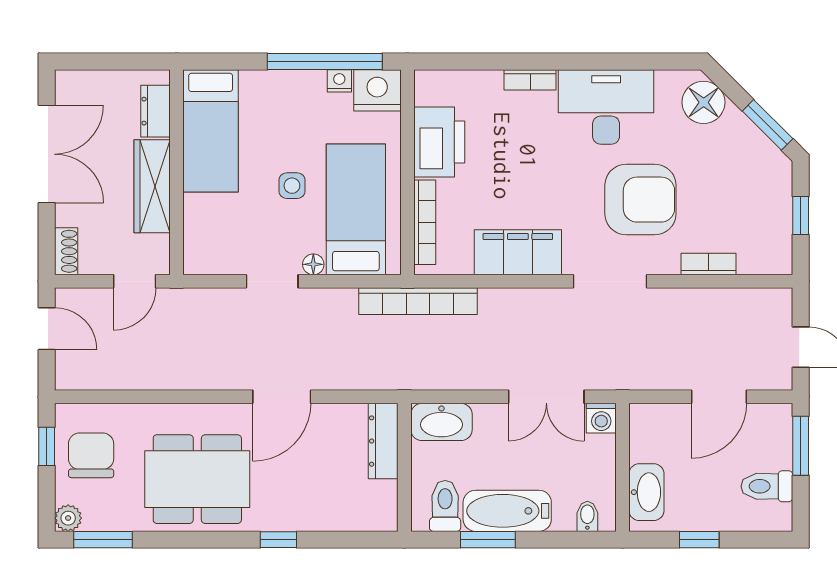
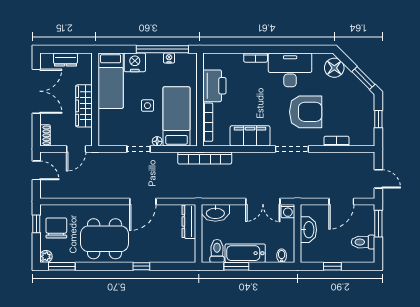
nightstand: (377, 90) -> (135, 62), moved
dresser: (155, 111) -> (65, 60), moved, turned -90
washbasin: (646, 492) -> (308, 230), moved

